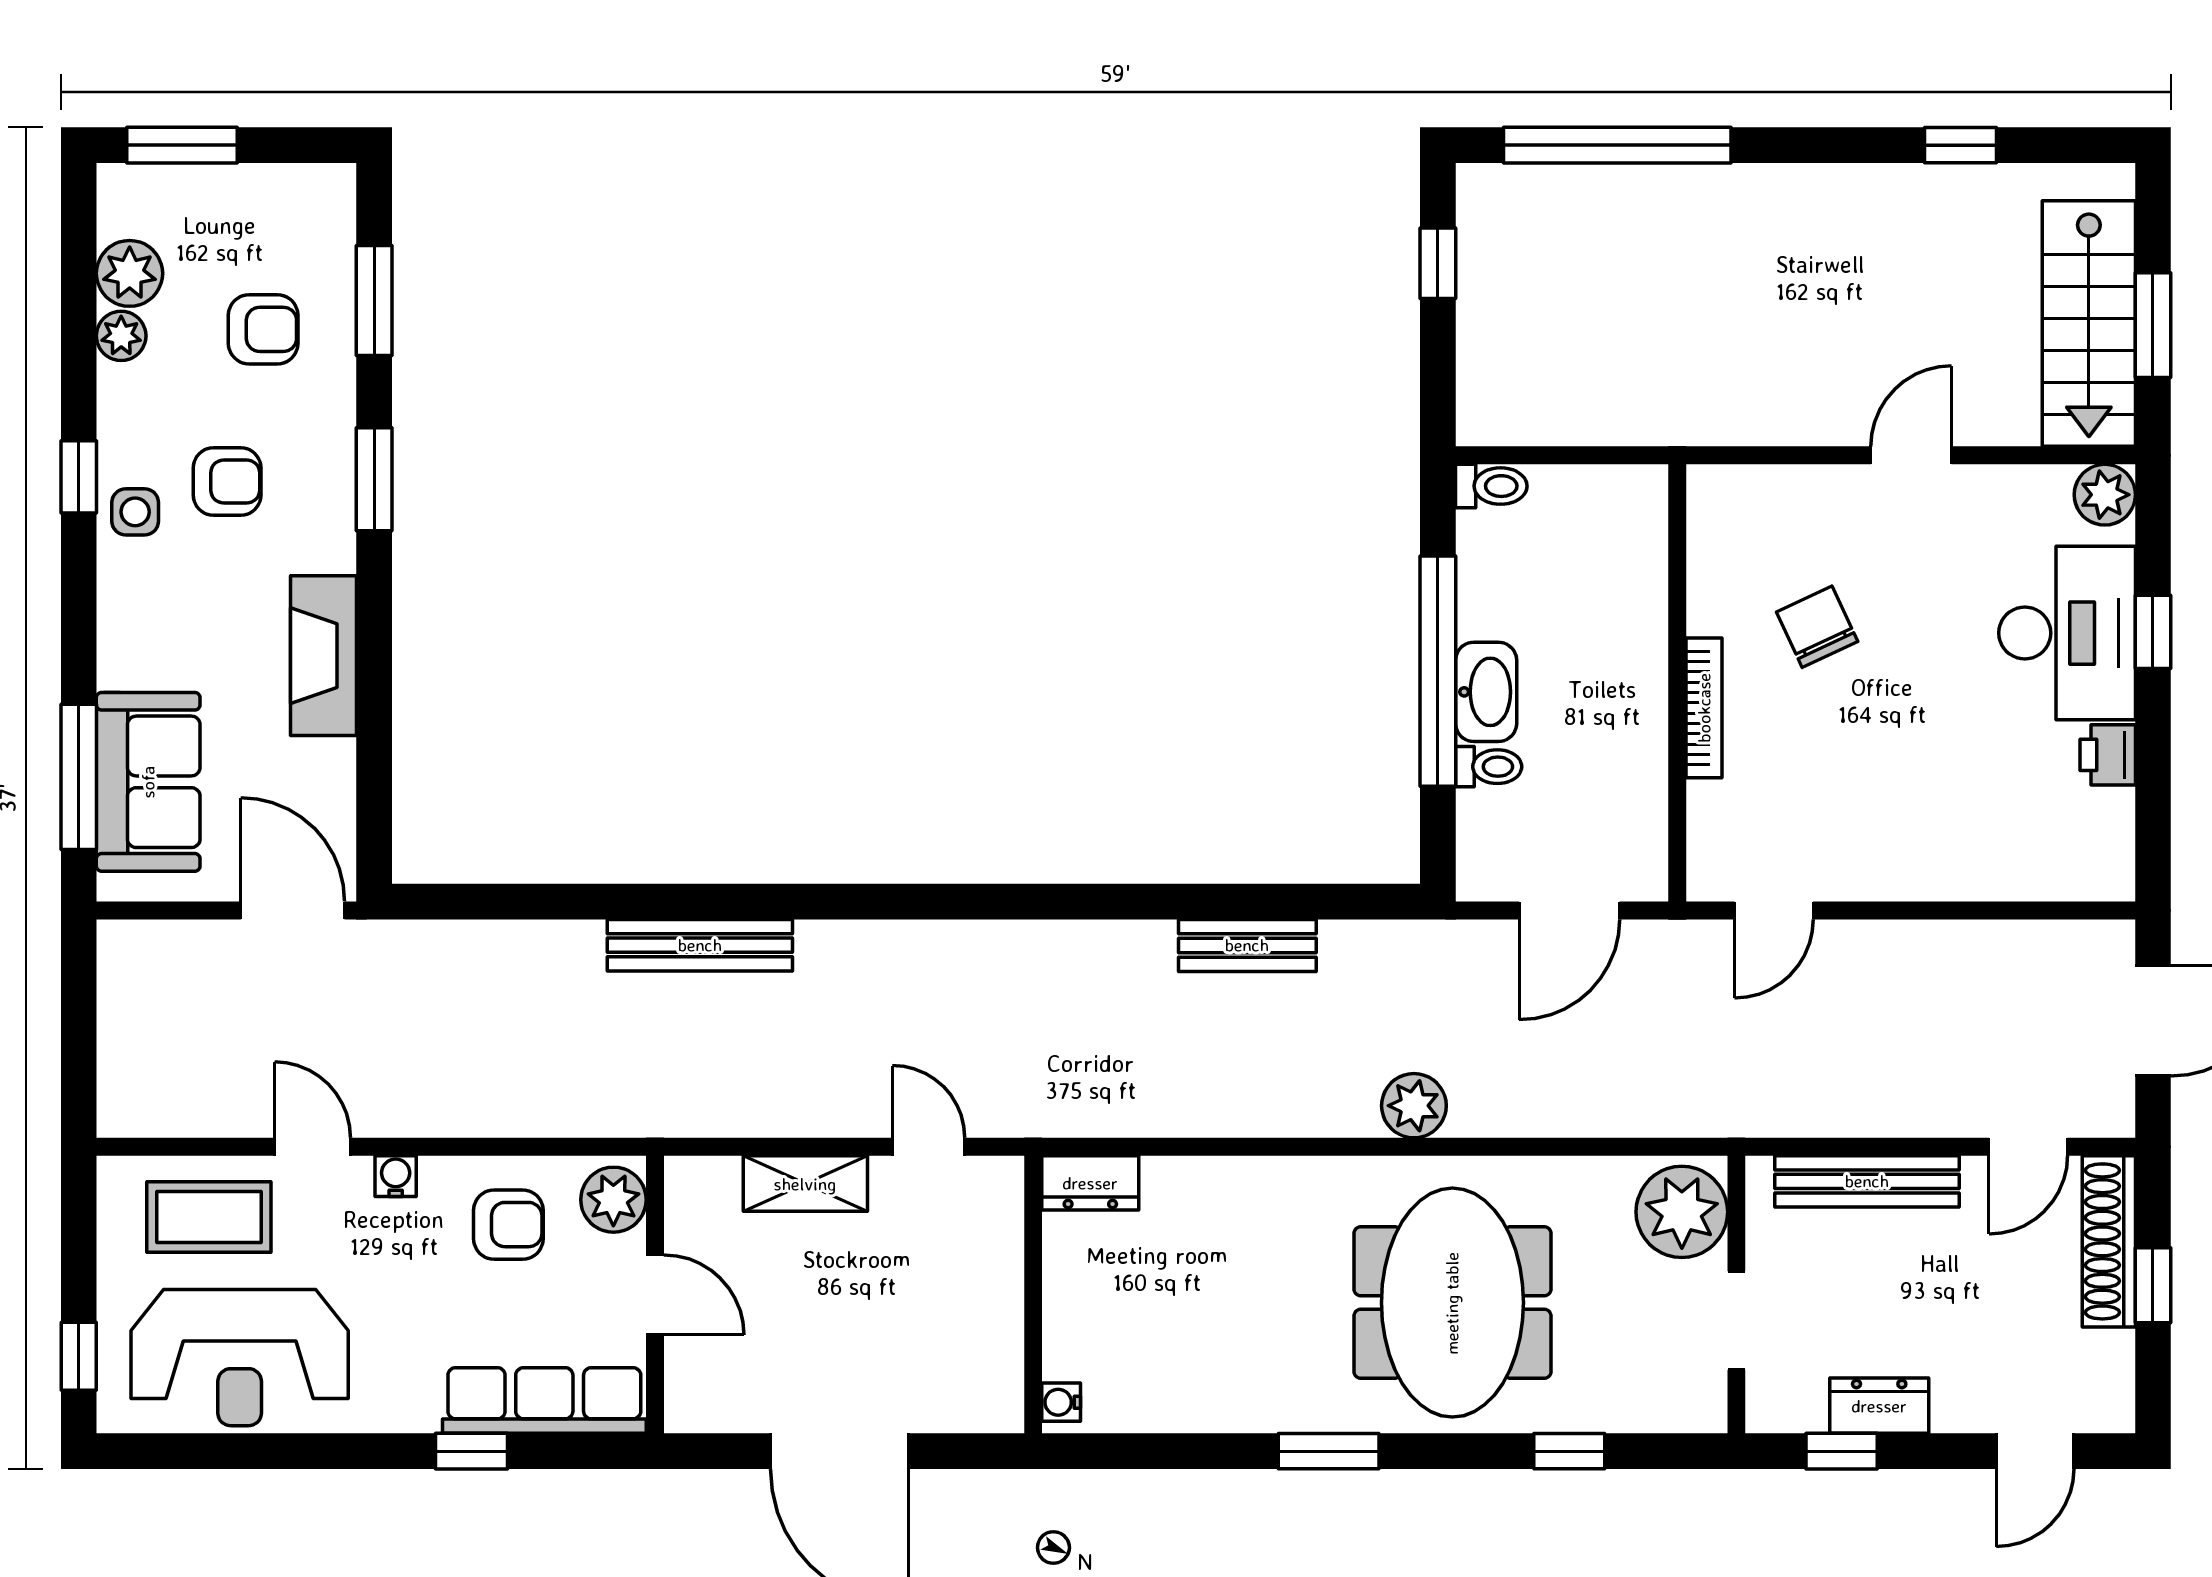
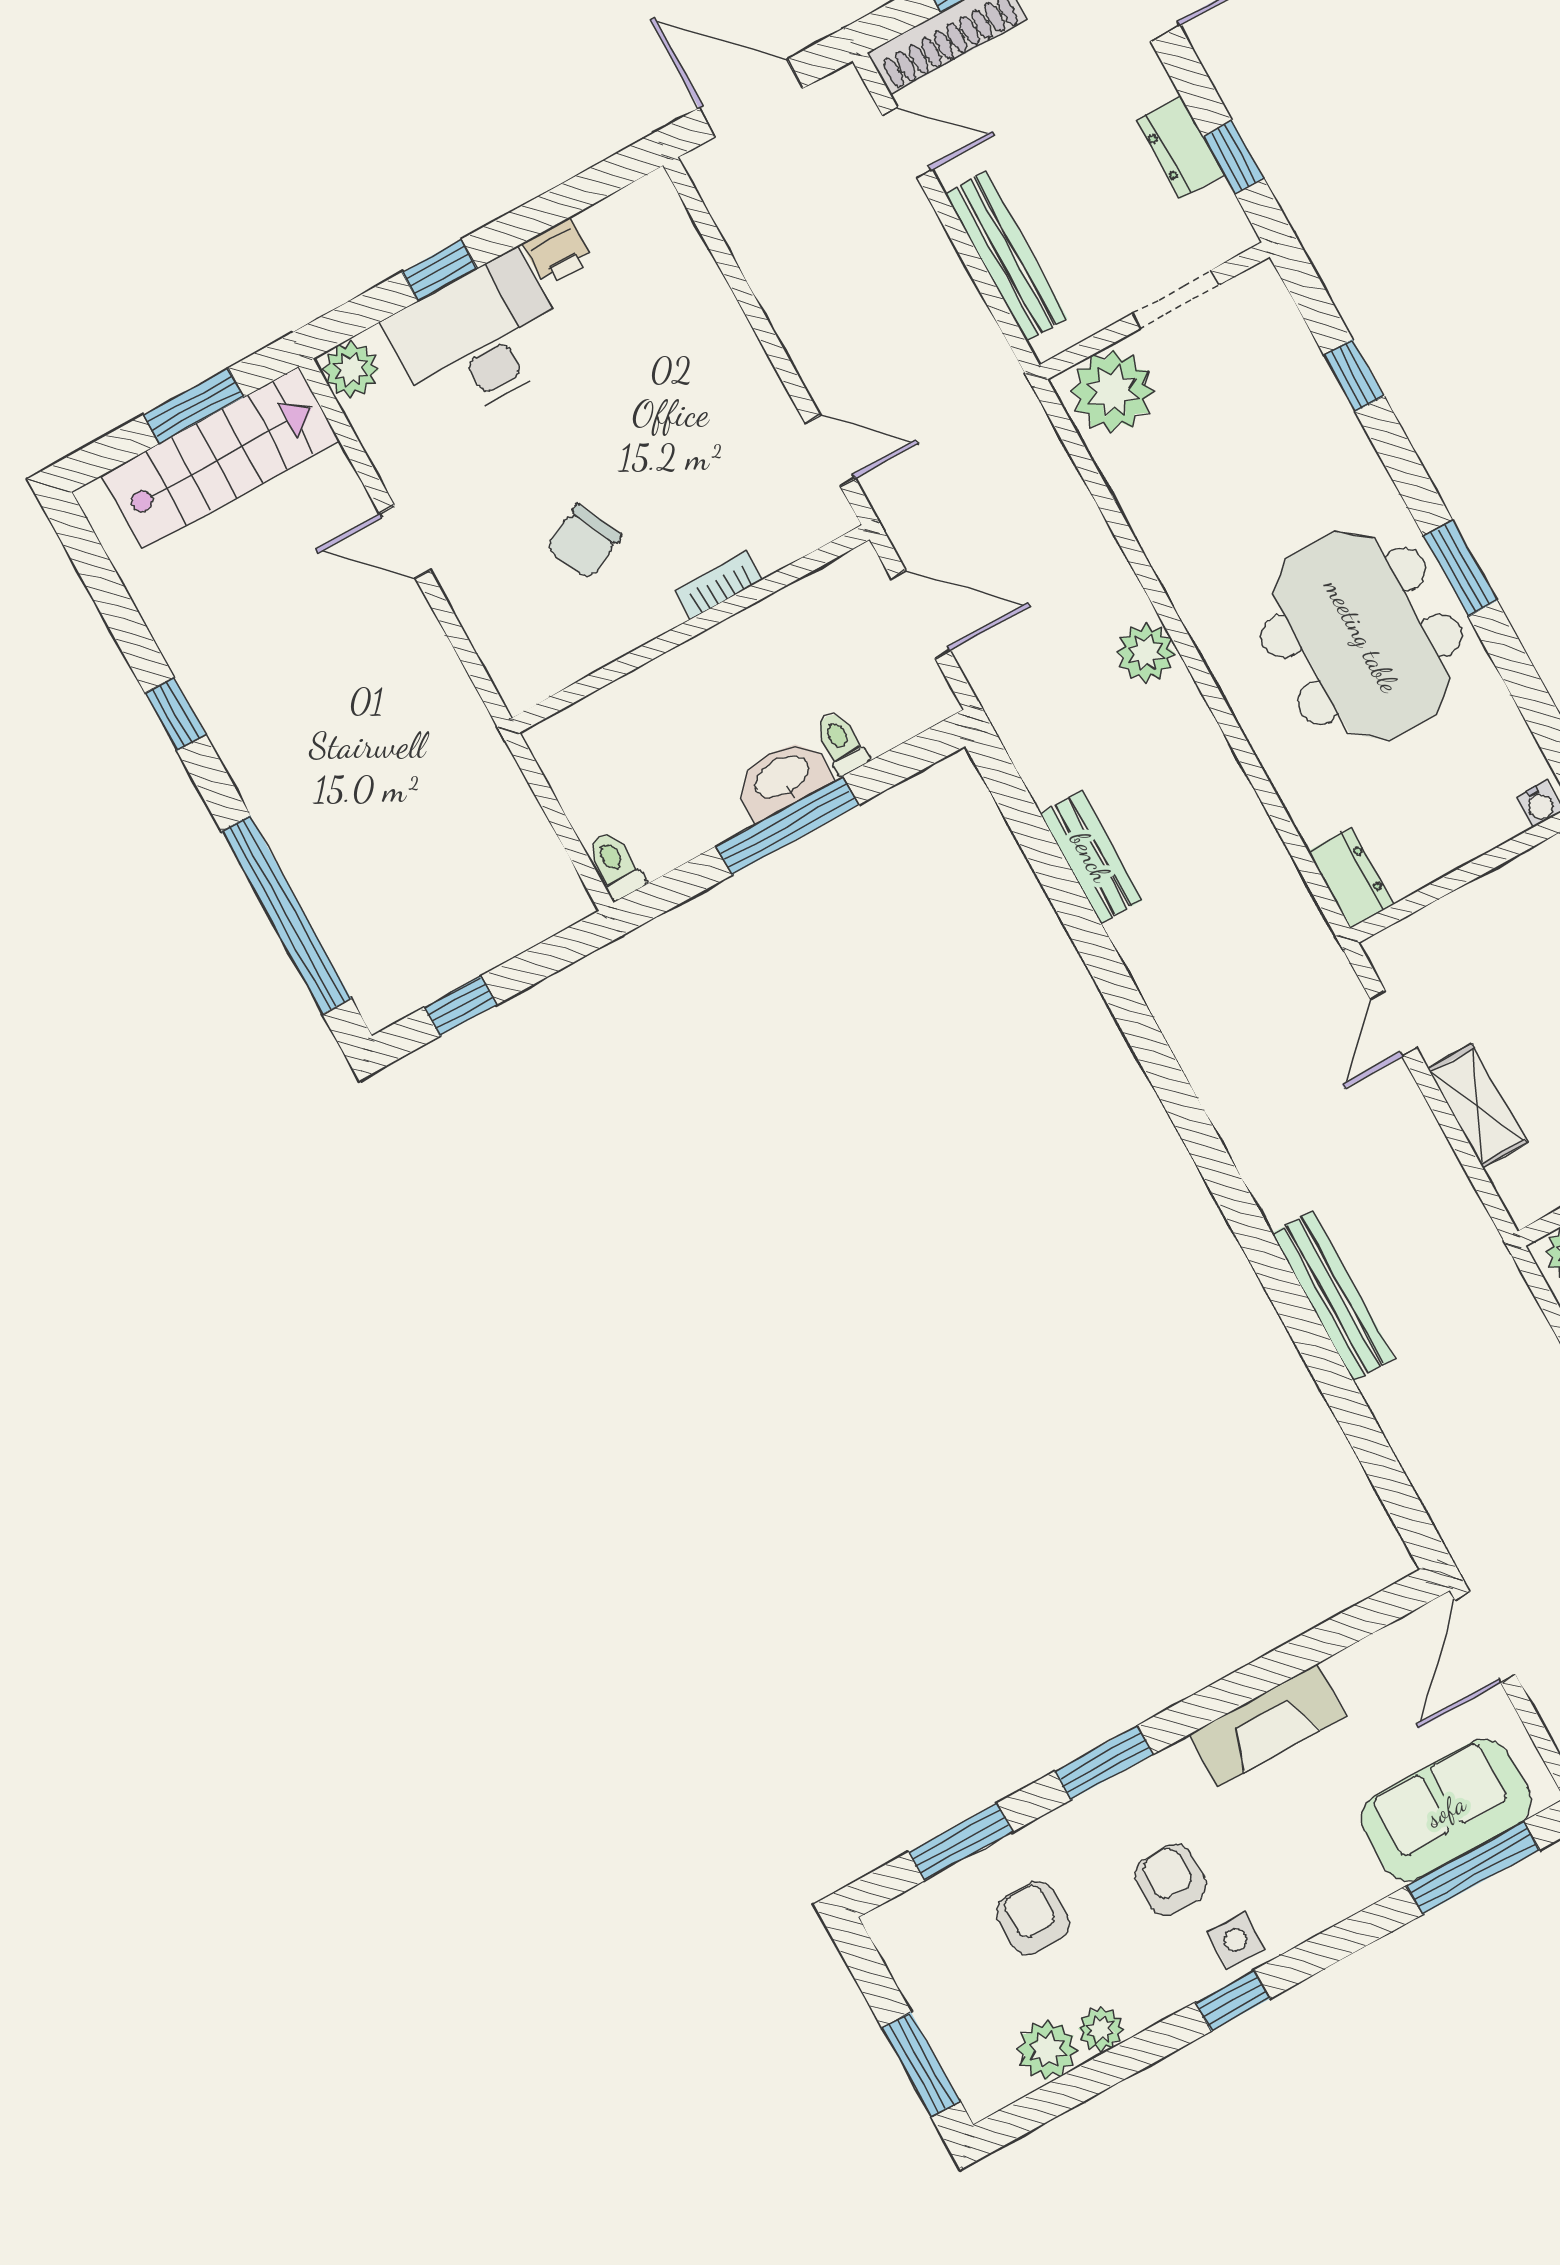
window: (1960, 145) -> (176, 714), moved
window: (1438, 671) -> (787, 826), width x0.68
bookcase: (1704, 708) -> (719, 585), width x0.64
meeting table: (1452, 1303) -> (1362, 636), moved, turned 90

